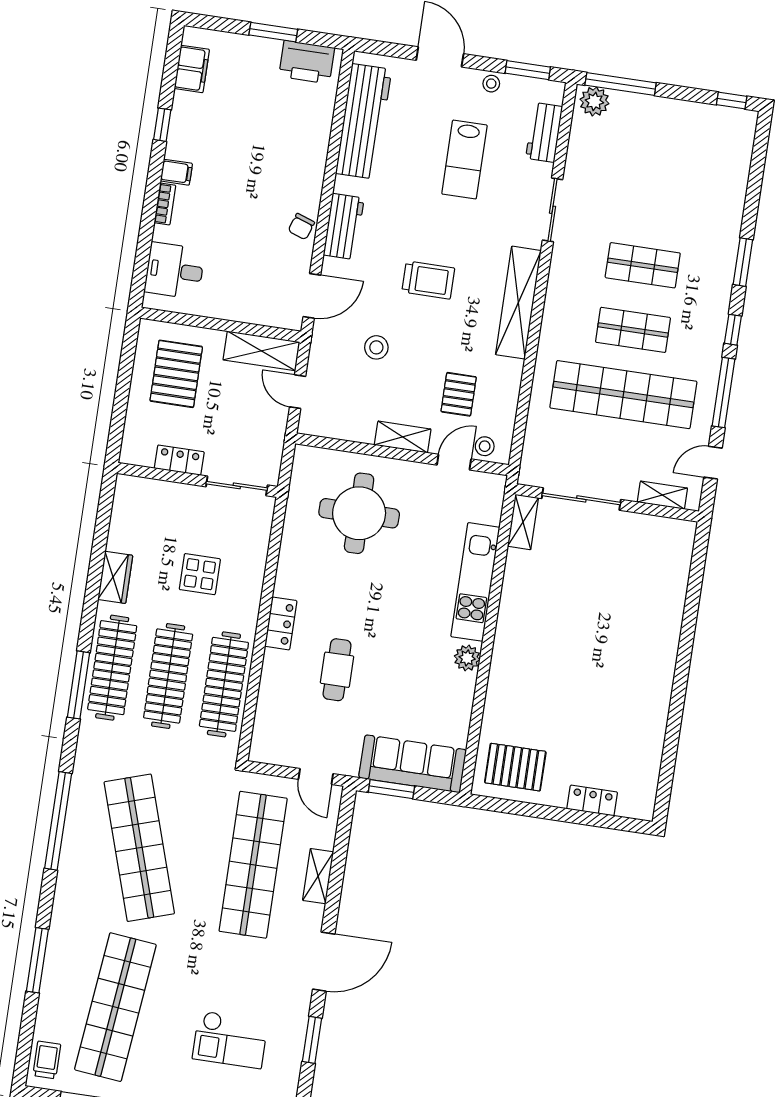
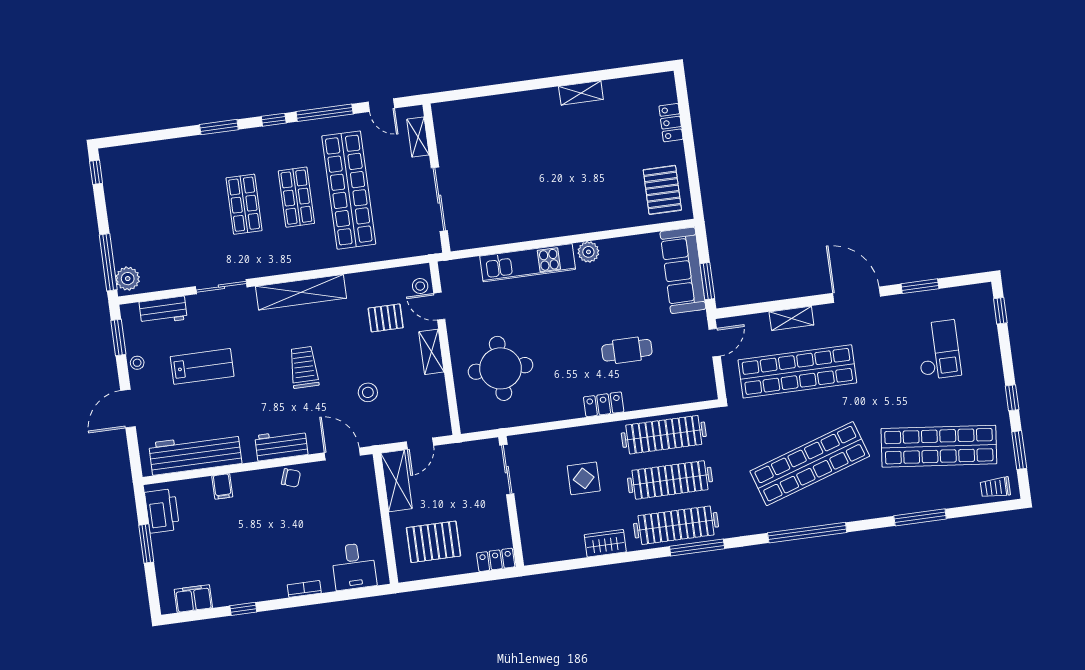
filing cabinet: (176, 172) -> (222, 486), moved, turned 180
locker: (179, 460) -> (496, 560), moved, turned 90
shelving: (523, 522) -> (581, 93), moved

